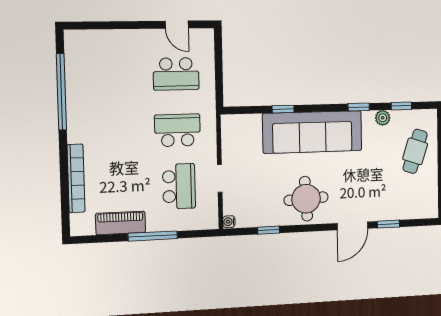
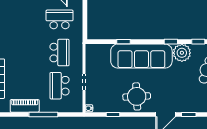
school desk: (176, 74) -> (60, 19), turned 180
plant: (383, 118) -> (182, 53), width x1.88, depth x1.88
school desk: (177, 130) -> (60, 53), turned 90
school desk: (179, 186) -> (60, 86), turned 180

